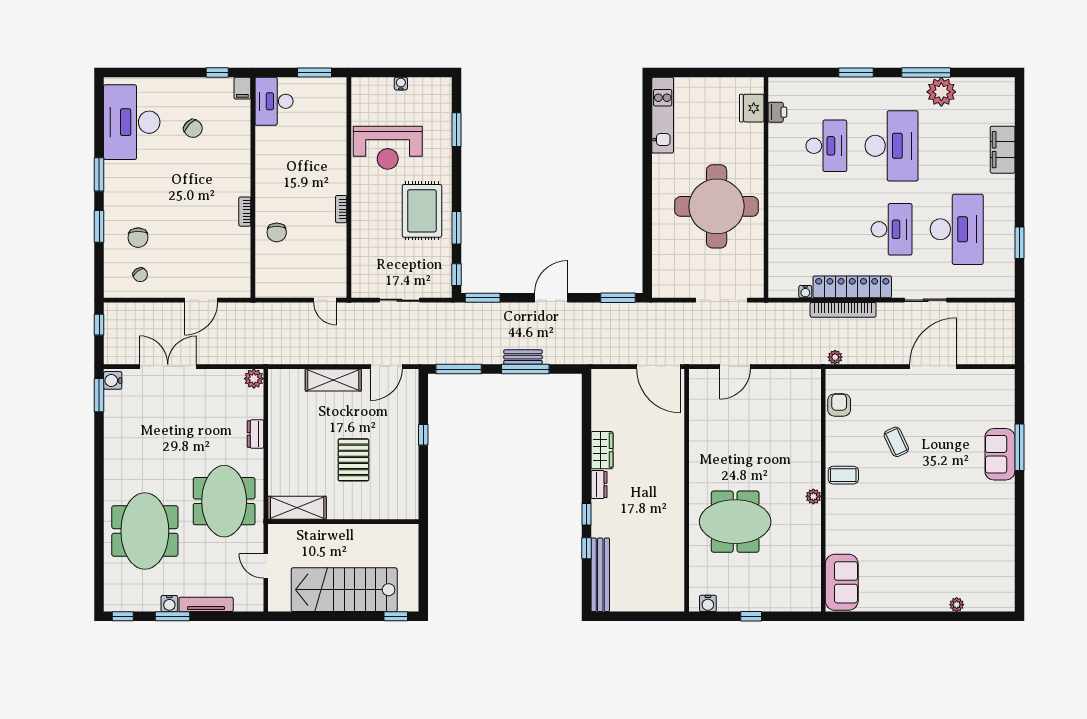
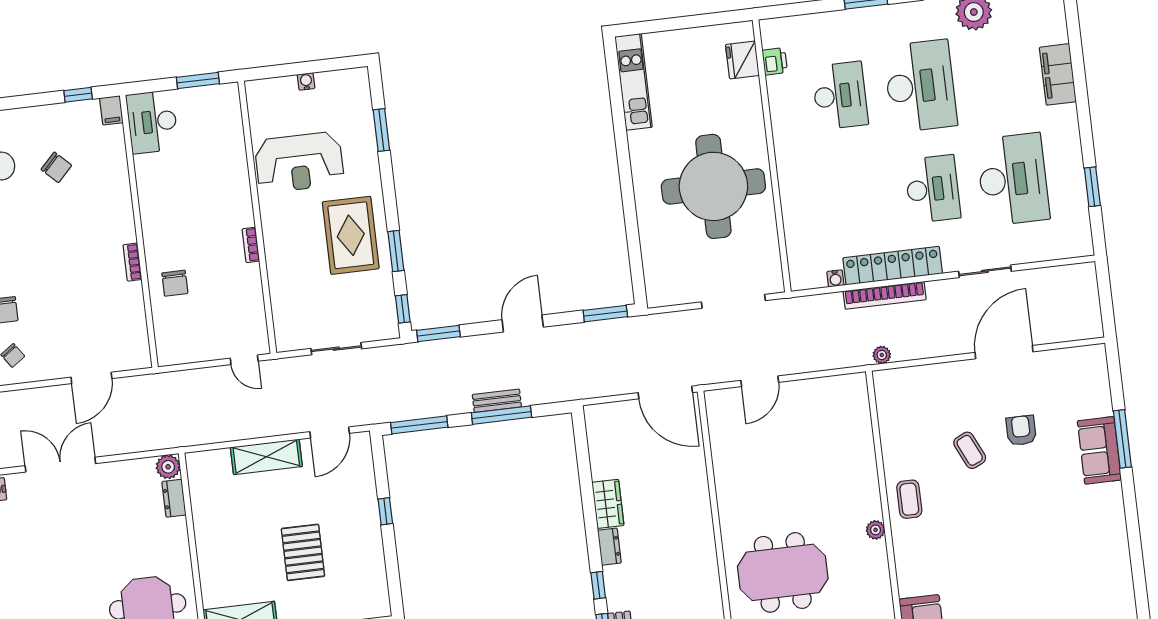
armchair: (839, 405) -> (1021, 430), moved
dresser: (255, 434) -> (174, 498), moved
coffee table: (843, 475) -> (909, 499), turned 90

